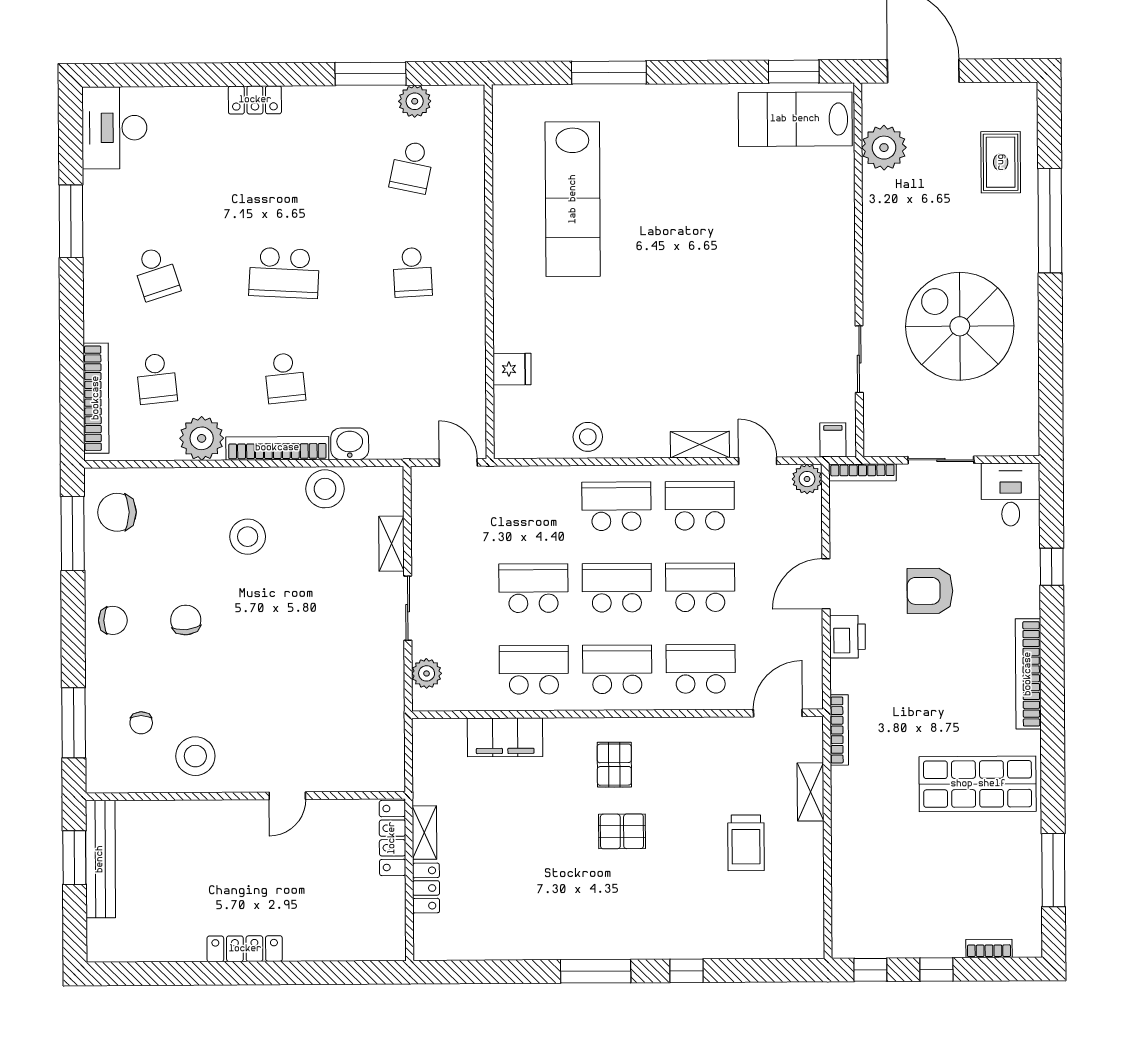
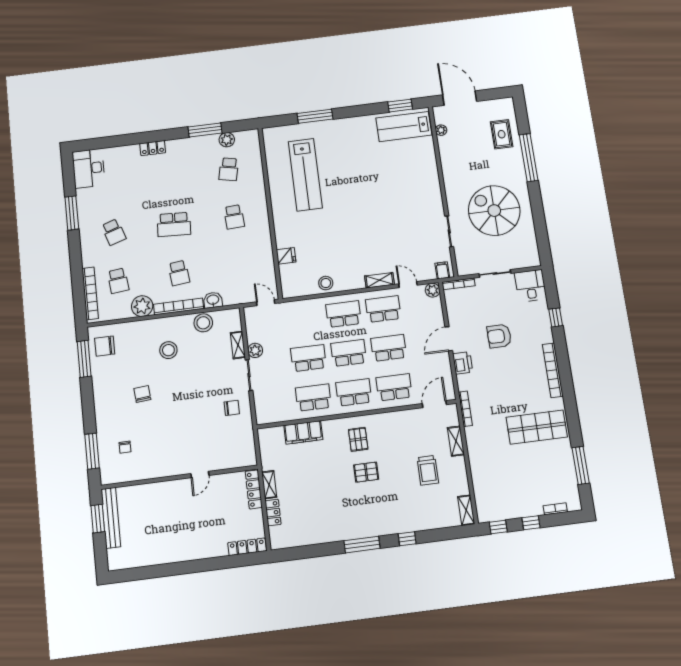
plant: (884, 148) -> (441, 130), width x0.53, depth x0.53
chair: (113, 620) -> (232, 408), moved
plant: (427, 673) -> (255, 350), moved
stool: (195, 756) -> (153, 460), removed
shelving: (811, 930) -> (466, 510), added
locker: (245, 949) -> (247, 547), moved

